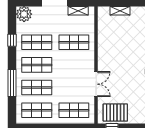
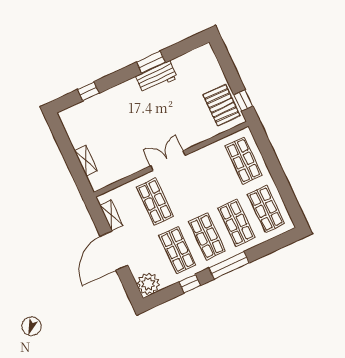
window: (12, 83) -> (229, 265), moved
double door: (96, 84) -> (168, 161), moved

